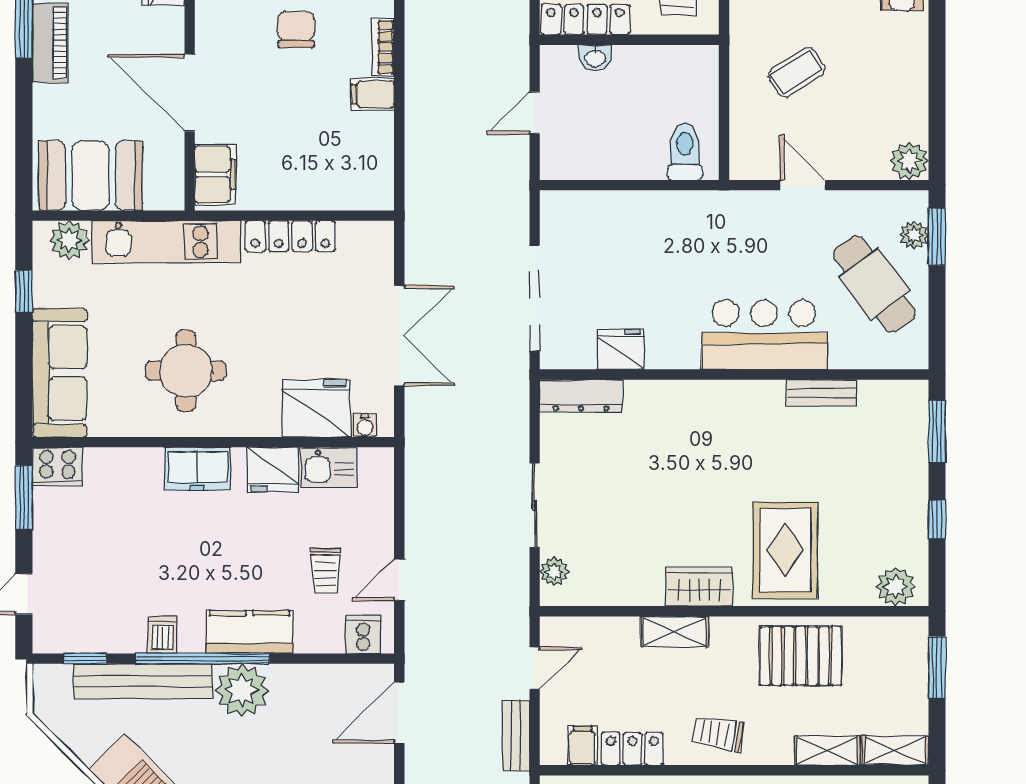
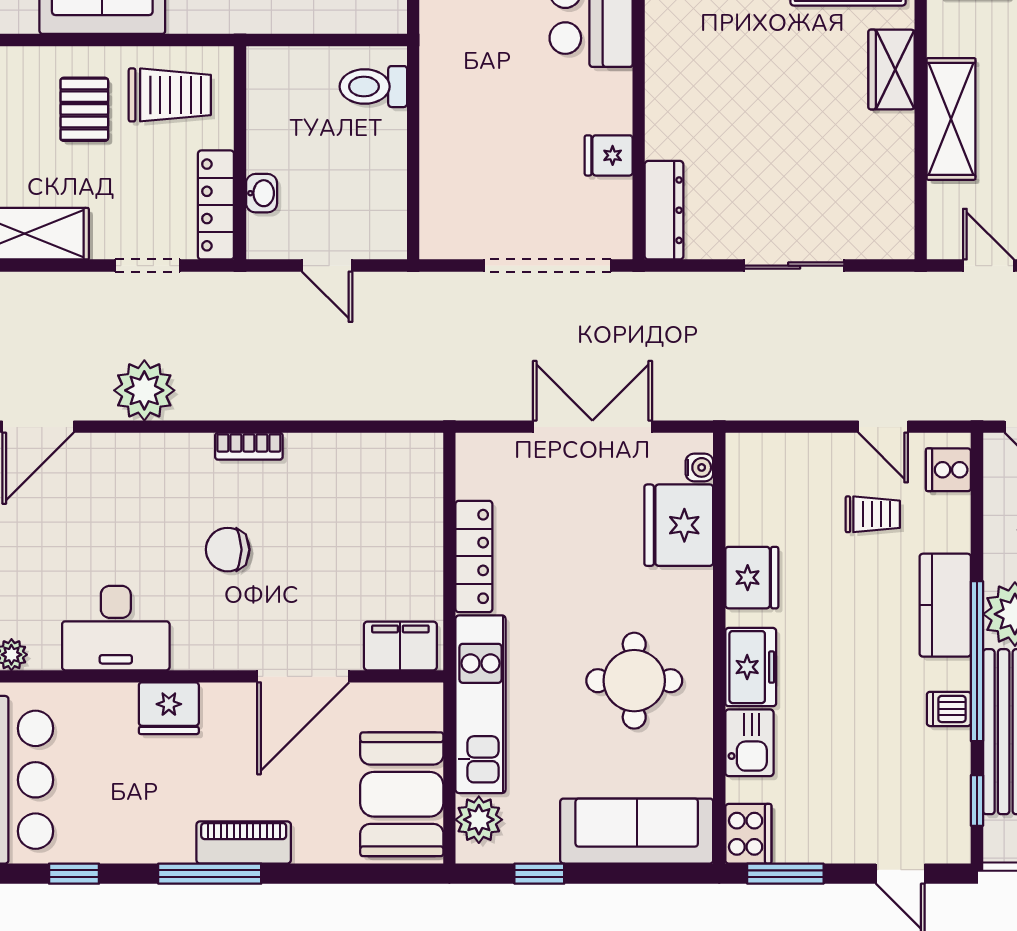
filing cabinet: (373, 94) -> (305, 458), removed
fridge: (621, 349) -> (609, 155), width x0.72
kitchen sink: (329, 468) -> (749, 743), moved
plant: (554, 572) -> (873, 242), removed
shelving: (675, 632) -> (951, 119), width x1.50, depth x1.33

